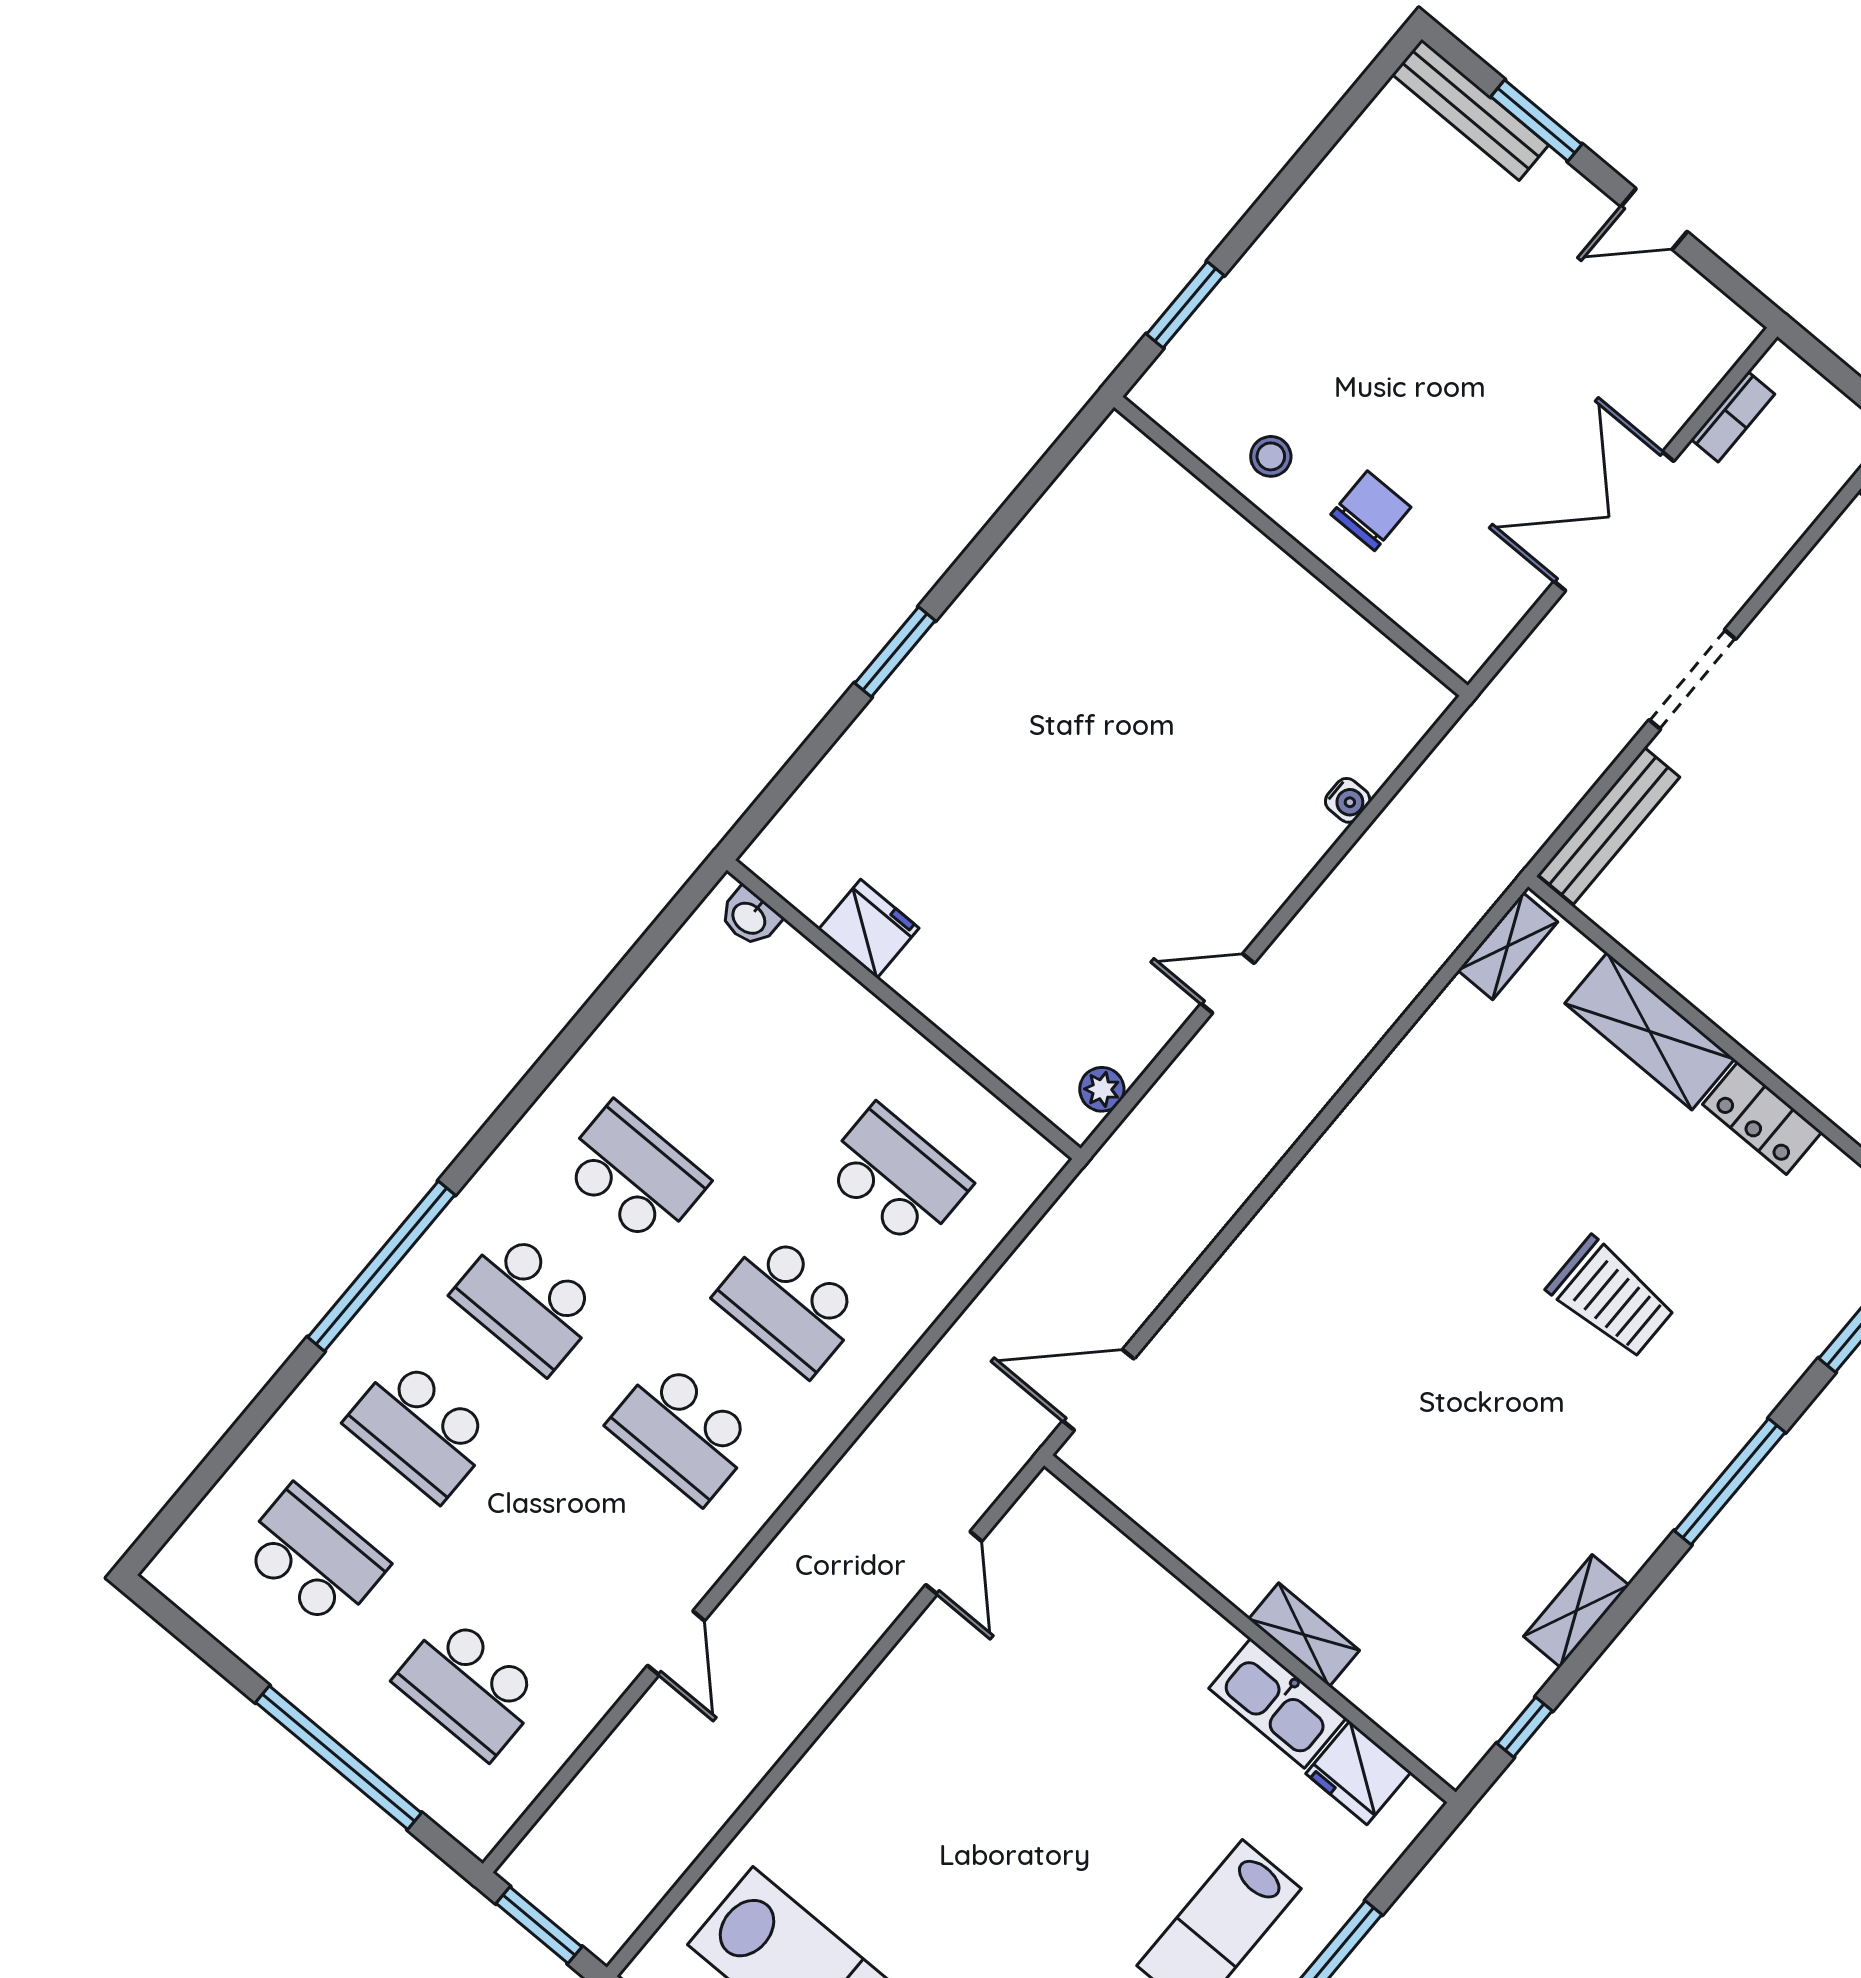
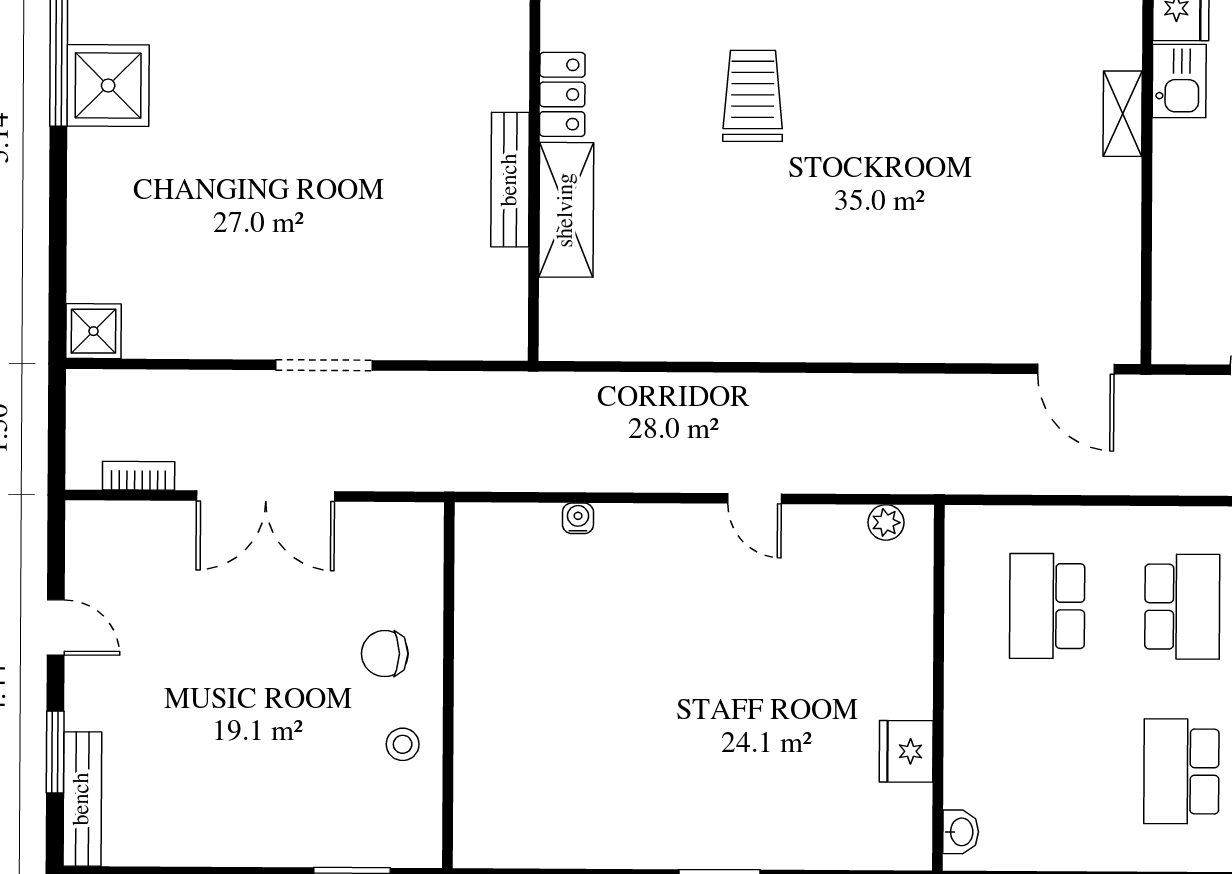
bench: (1609, 826) -> (510, 180), moved, turned 90
shelving: (1508, 946) -> (586, 343), removed
kitchen sink: (1278, 1703) -> (1179, 81), width x0.73

